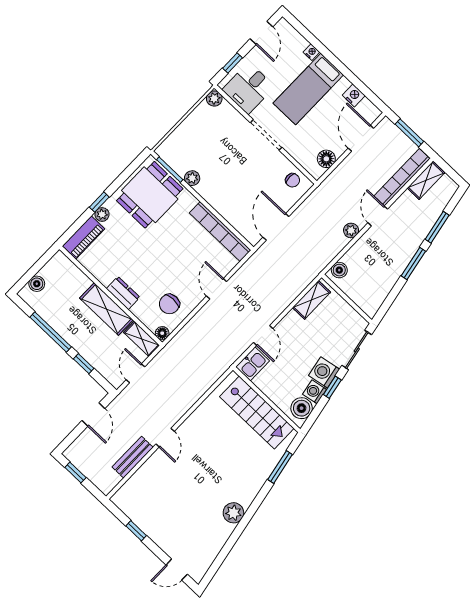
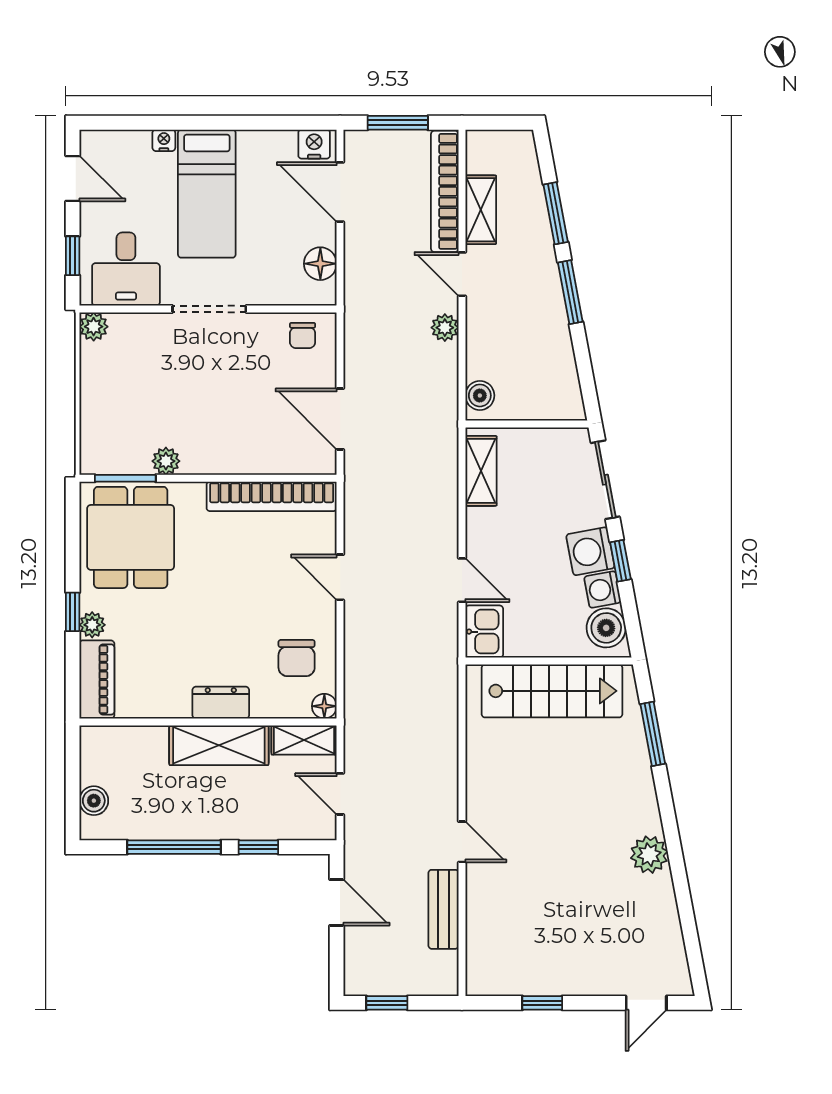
nightstand: (354, 95) -> (314, 144), moved
chair: (292, 180) -> (303, 335), turned 90
shelving: (426, 180) -> (481, 210), moved

